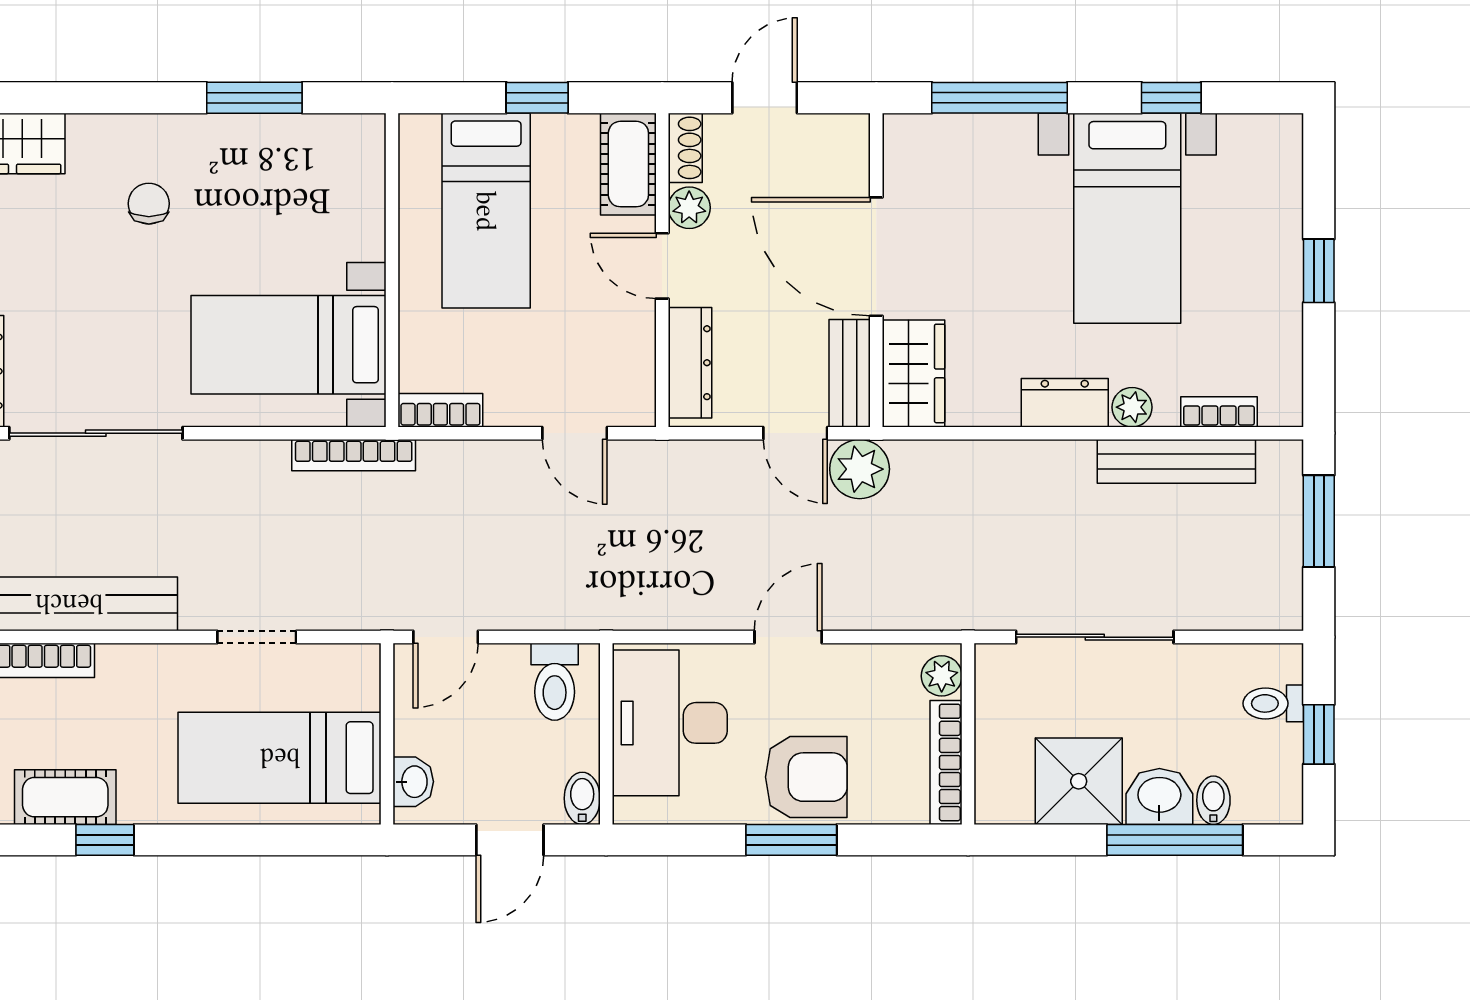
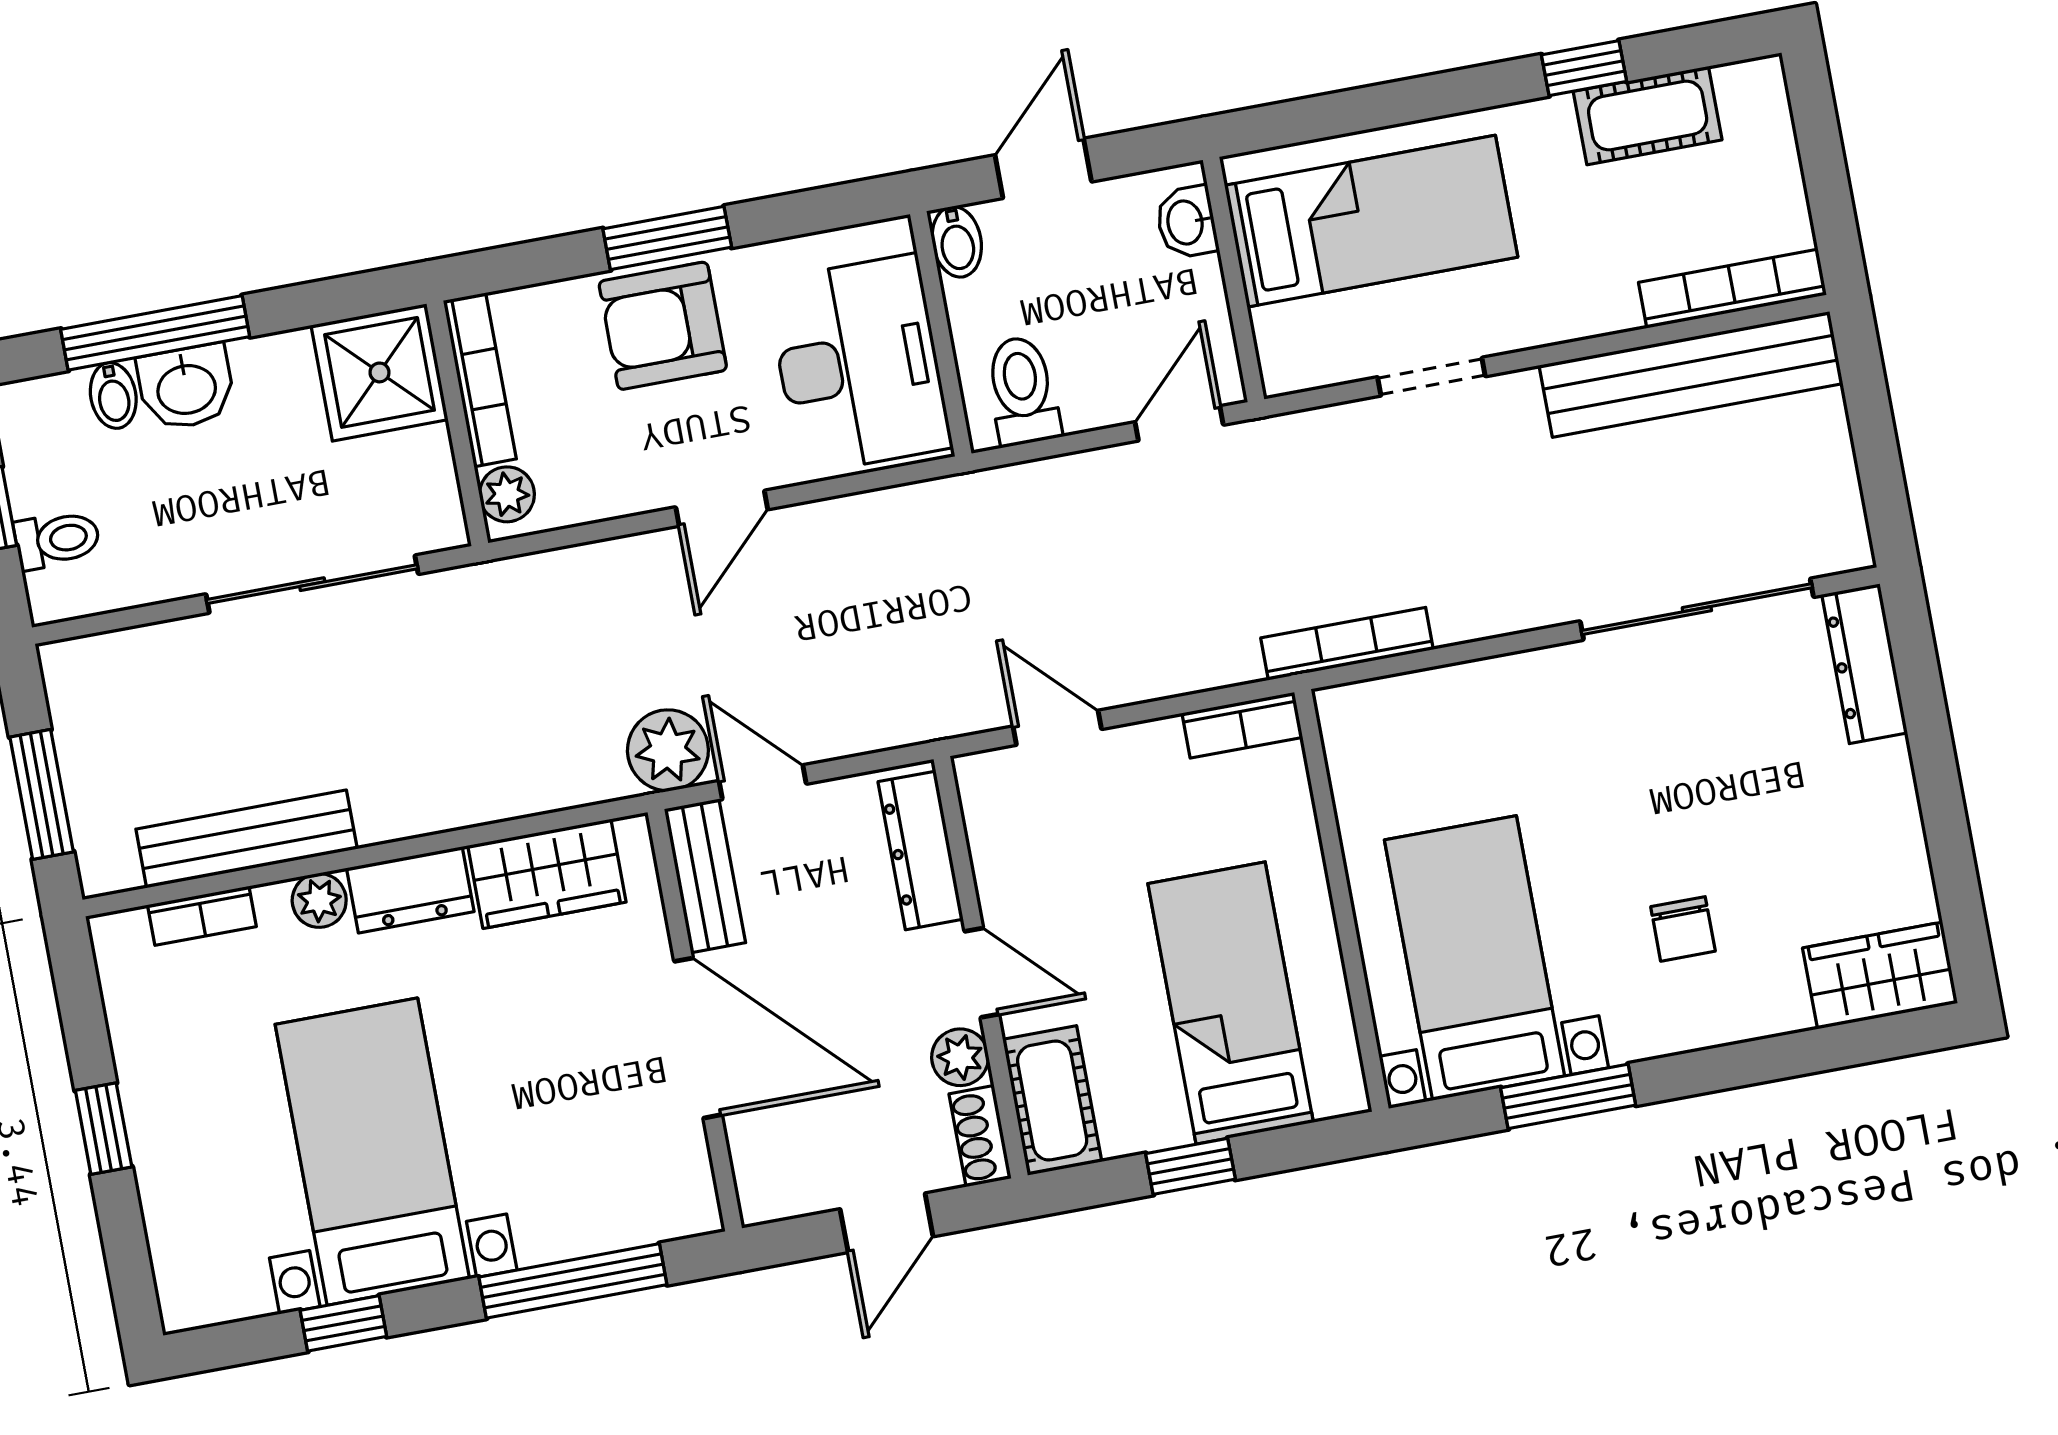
bed with nightstands: (288, 345) -> (1474, 958), moved, turned -90
wardrobe: (914, 373) -> (547, 874), moved, turned -90
shower: (1079, 781) -> (380, 372), moved

